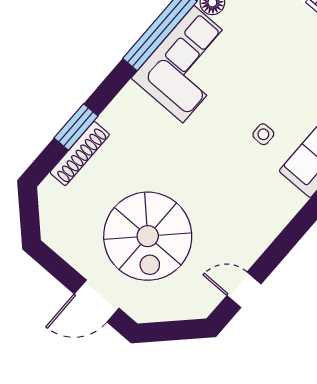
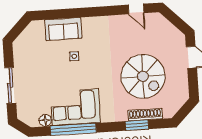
spiral stairs: (148, 236) -> (143, 76), moved, turned 90

